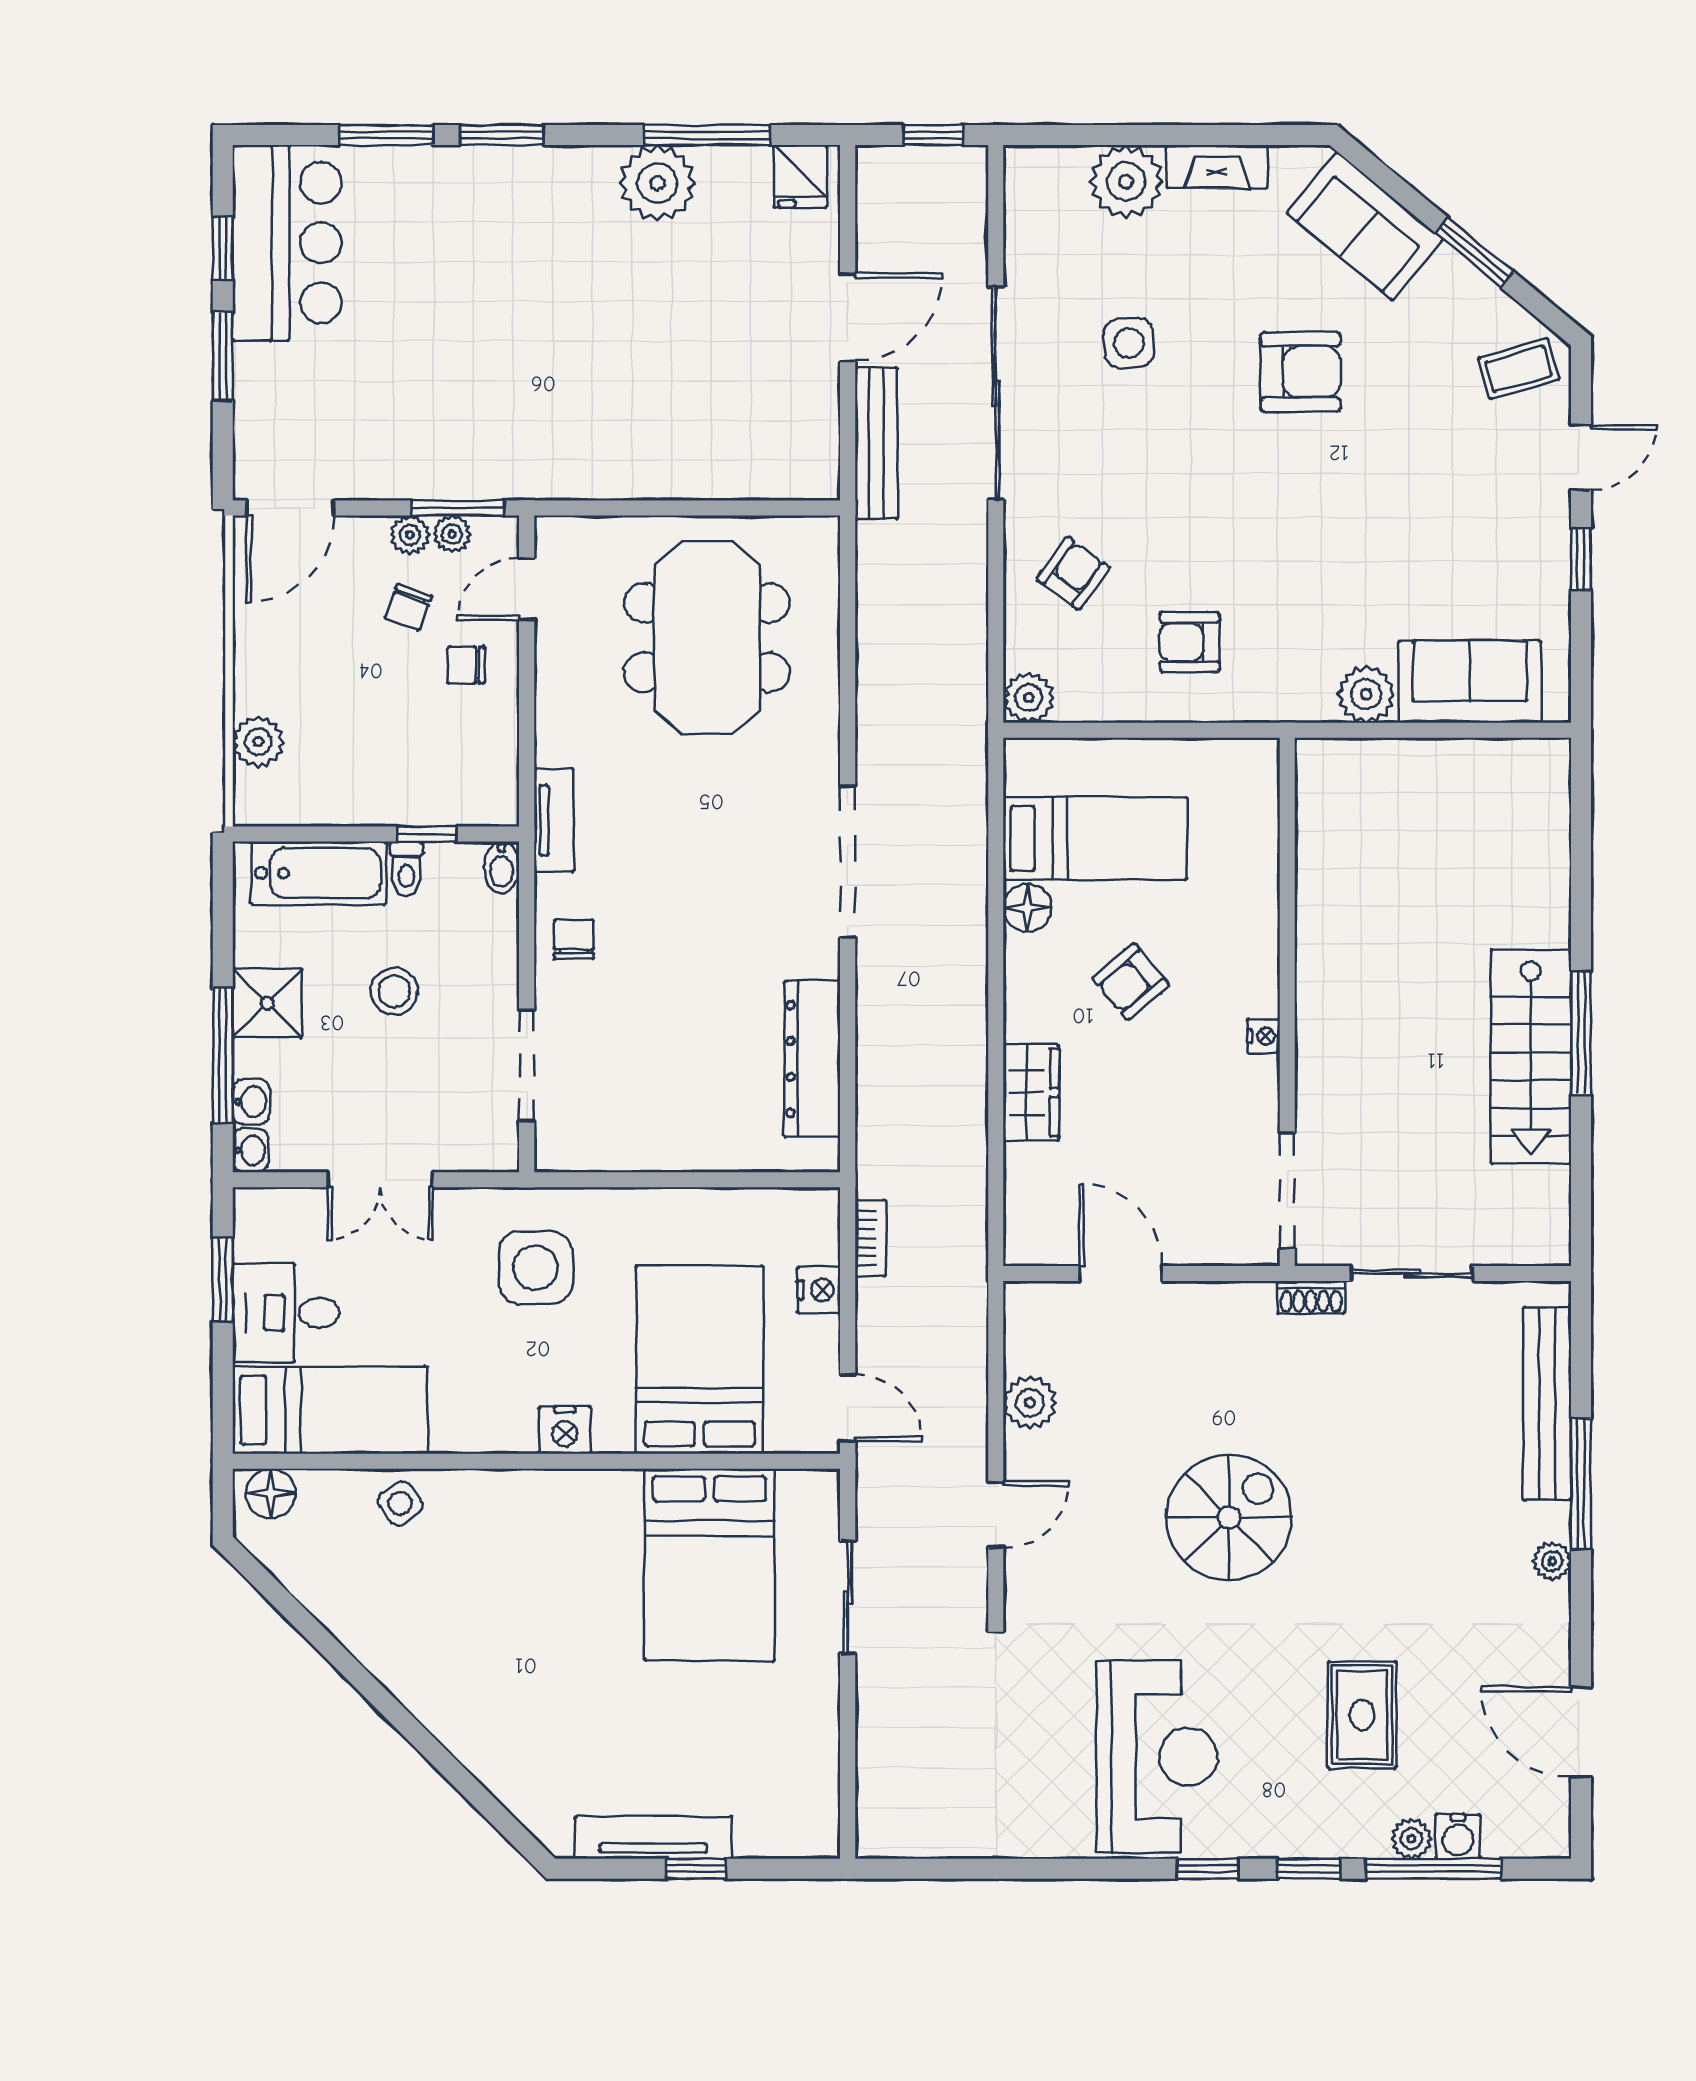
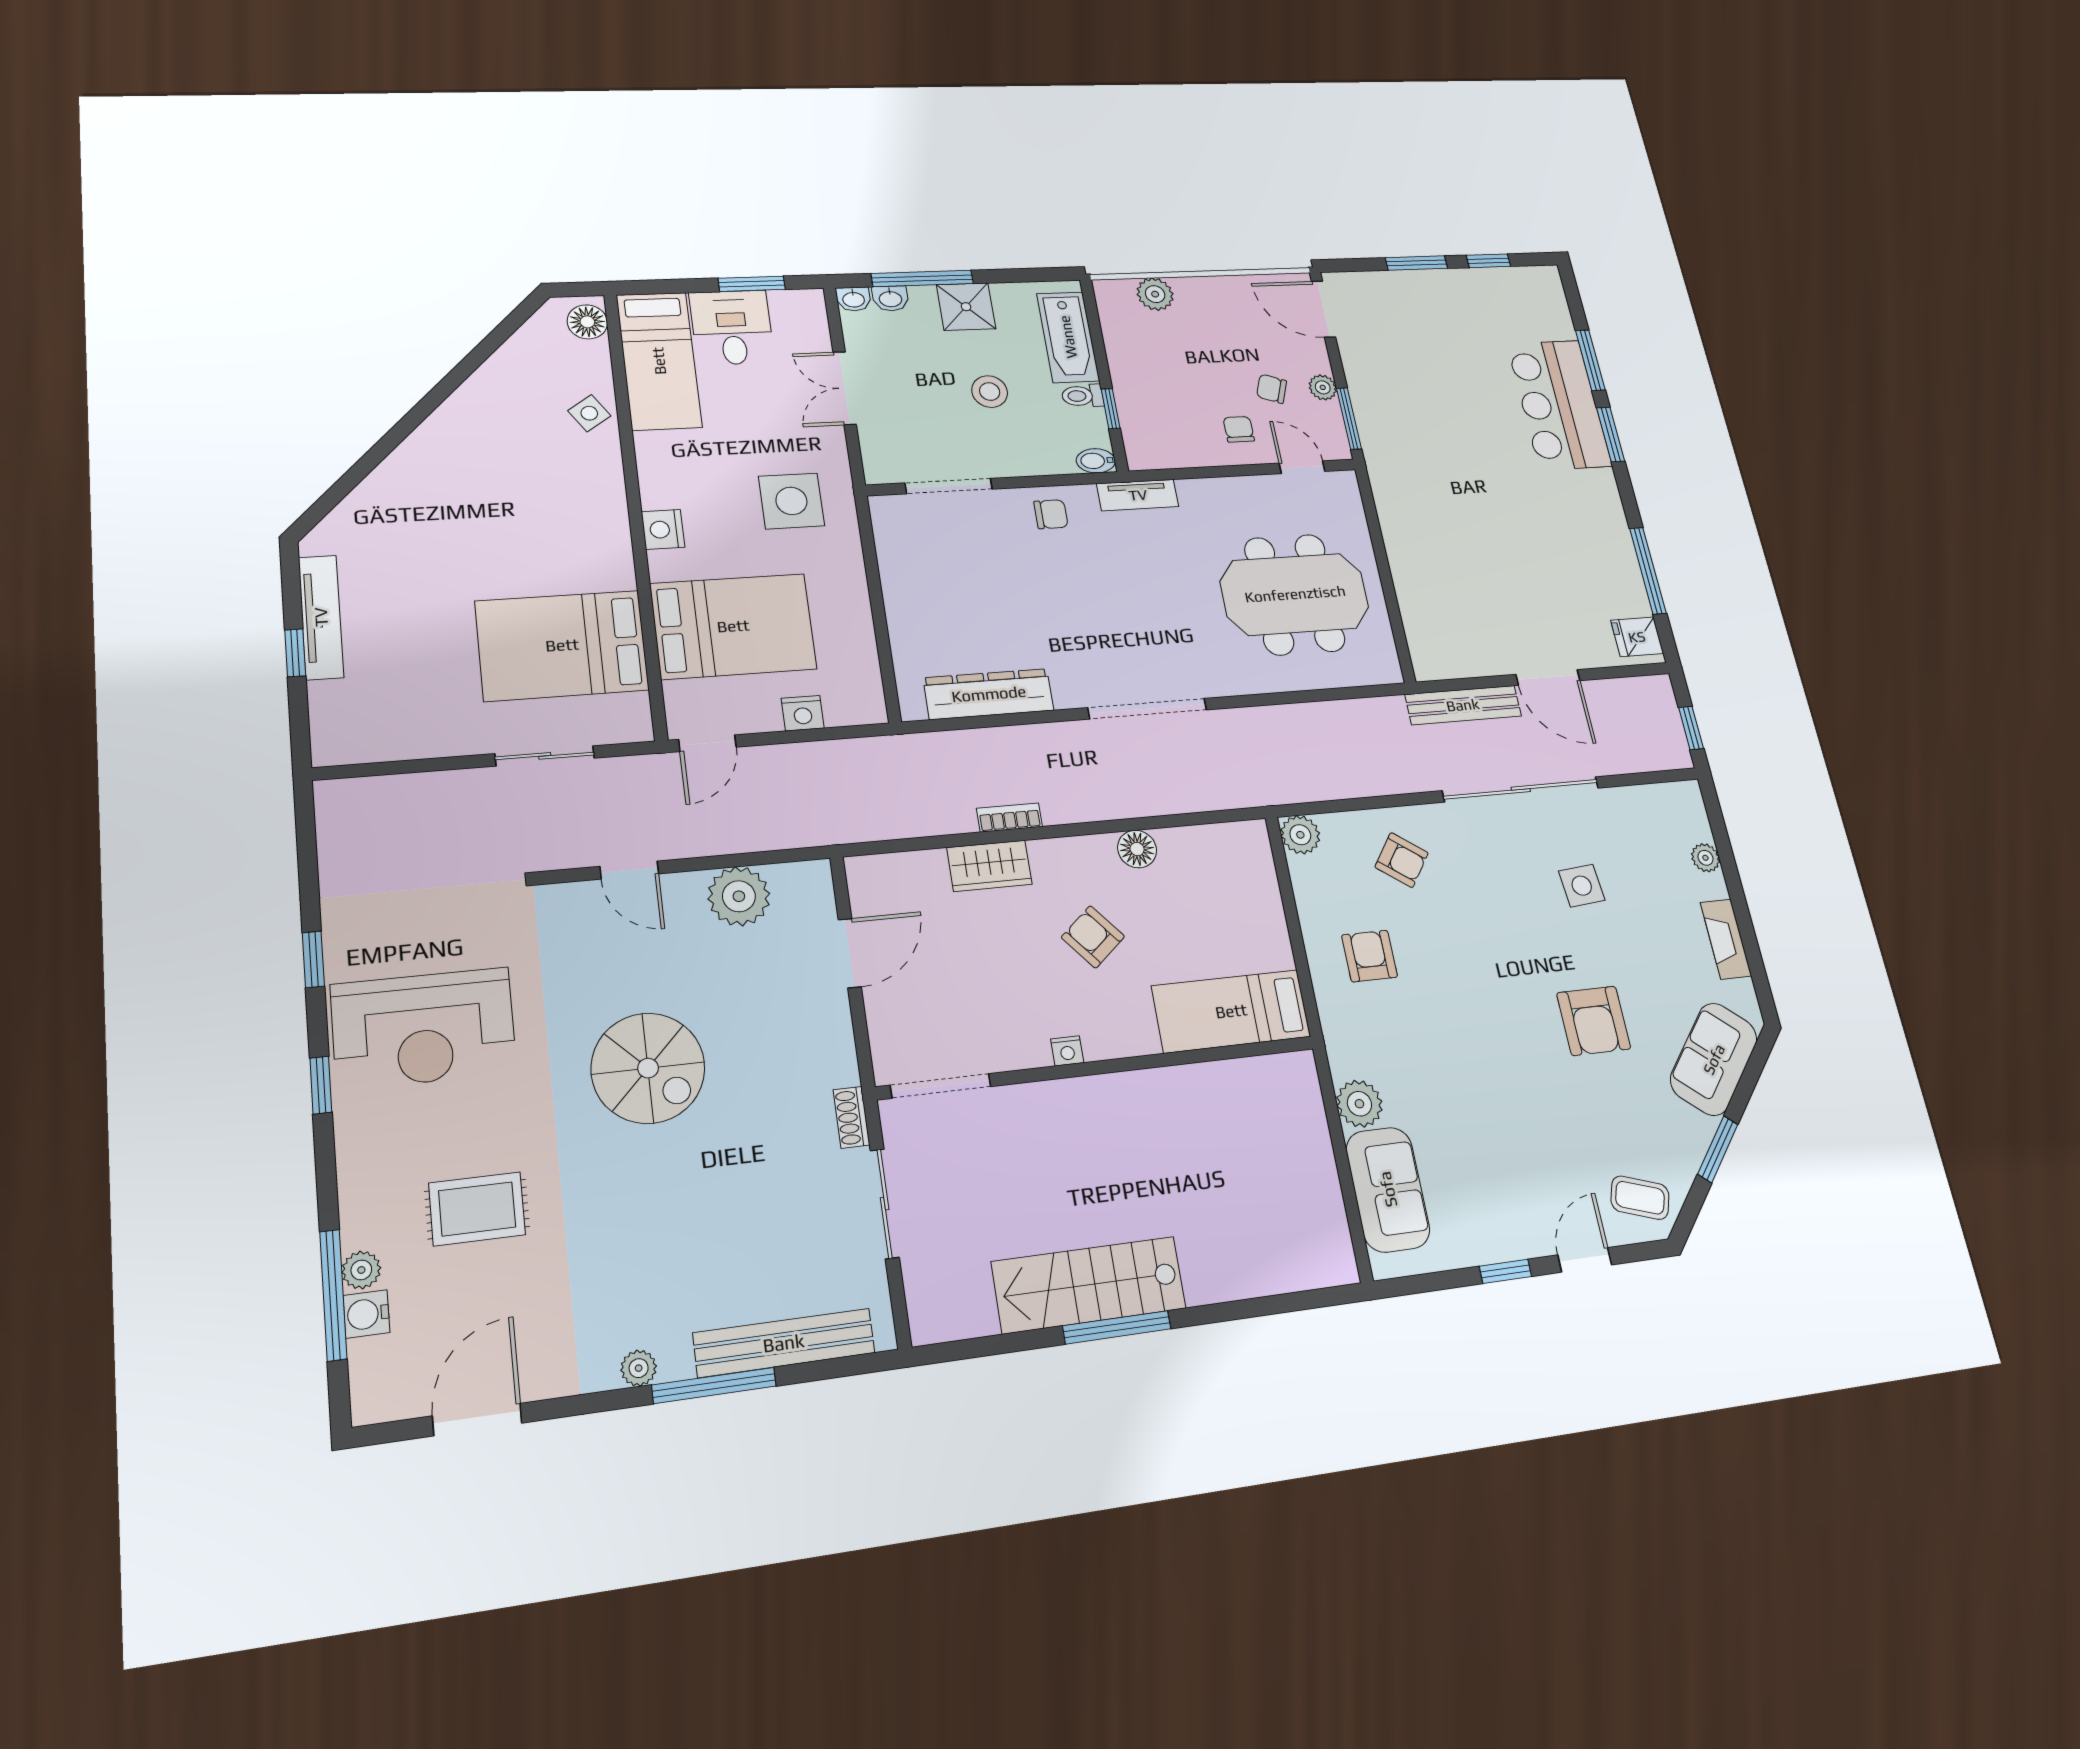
plant: (1126, 181) -> (1705, 858), width x0.53, depth x0.53
plant: (657, 183) -> (1606, 539), removed
bar counter: (287, 243) -> (1559, 405), moved, turned 90
coffee table: (1519, 369) -> (1640, 1198), turned -56
door: (1581, 458) -> (1585, 1260), swing flipped
plant: (452, 534) -> (1330, 415), removed
bed: (1095, 838) -> (1231, 1011), moved, turned 90
bookcase: (870, 1238) -> (1009, 817), moved, turned 180
plant: (1030, 1403) -> (739, 896), width x1.36, depth x1.36
window: (1309, 1869) -> (313, 959), moved

